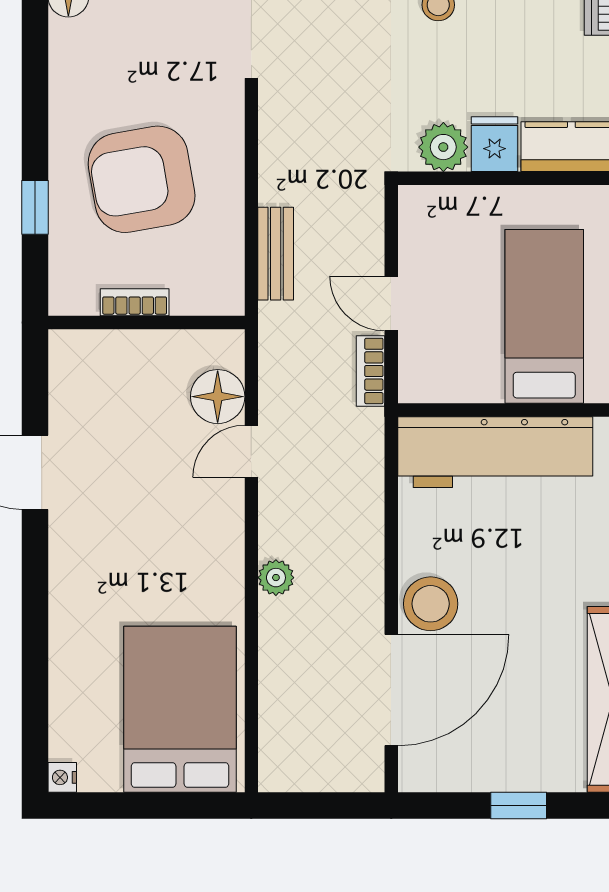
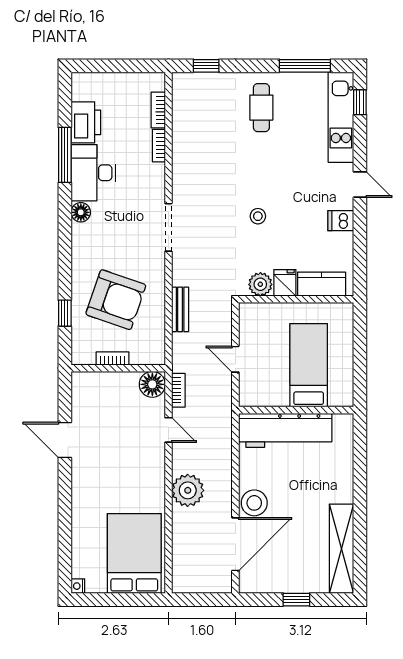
armchair: (142, 179) -> (116, 300), turned -151
bench: (276, 254) -> (180, 309), moved
bookcase: (371, 371) -> (178, 390), moved, turned 180
floor lamp: (218, 397) -> (152, 384), moved
door: (251, 451) -> (168, 430), swing flipped
plant: (276, 578) -> (188, 490), width x1.87, depth x1.87

